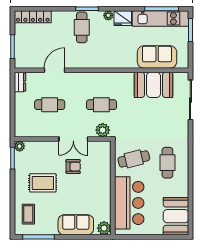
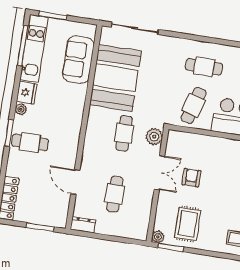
booth: (154, 85) -> (115, 78), width x1.36, depth x1.42
cafe table: (134, 159) -> (194, 105), turned 31
rug: (43, 183) -> (188, 224), moved

